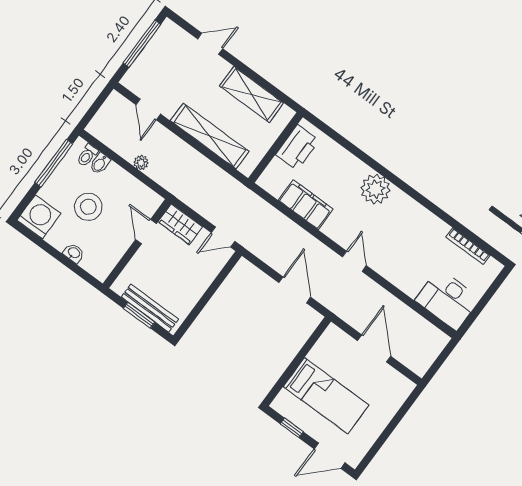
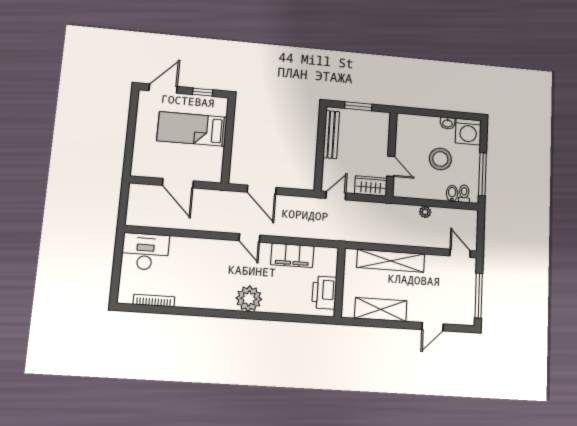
door: (148, 109) -> (460, 253), moved
washbasin: (74, 253) -> (447, 123), moved
door: (354, 261) -> (249, 238), moved
bench: (150, 308) -> (331, 135), moved, turned 90

